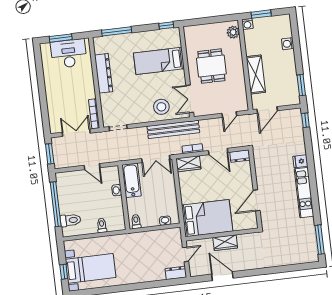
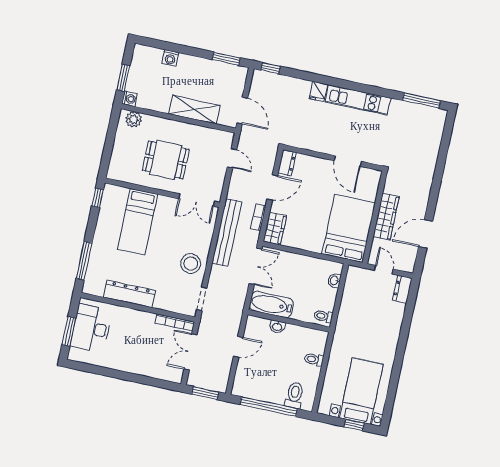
stool: (161, 107) -> (191, 264), moved
wardrobe: (225, 243) -> (386, 217), width x1.50

